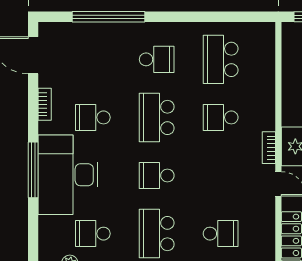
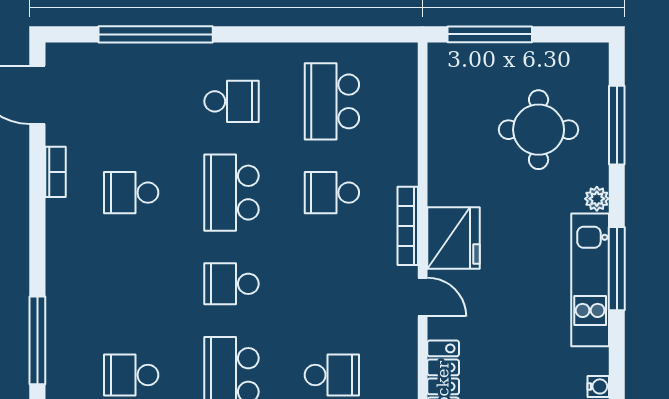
bookcase: (269, 148) -> (408, 226), width x1.56
window: (33, 170) -> (37, 340), moved
desk: (68, 175) -> (92, 283), removed

